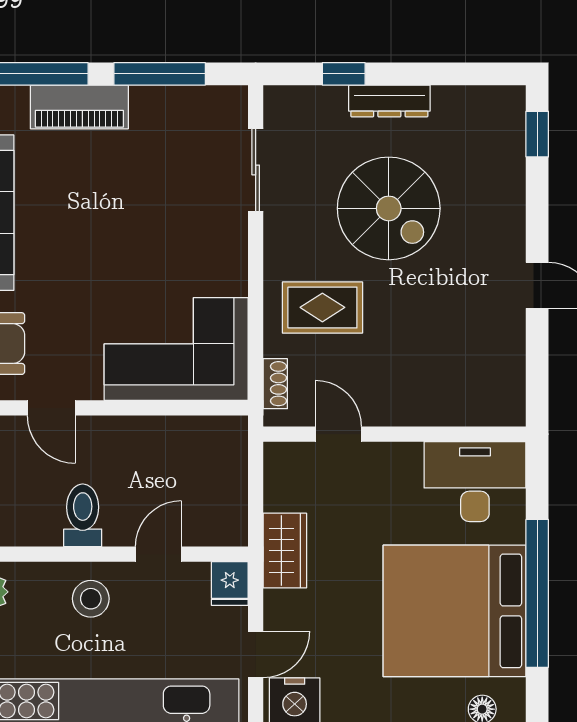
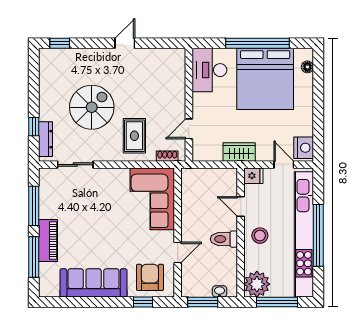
dresser: (389, 101) -> (45, 139), moved

